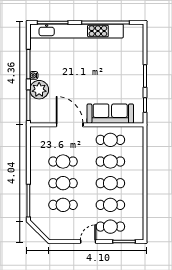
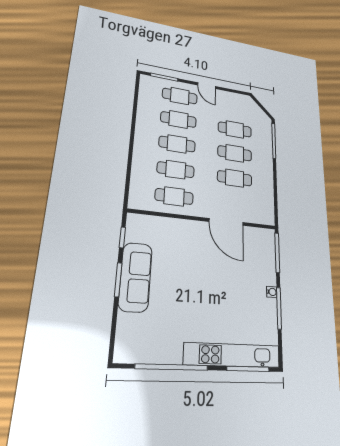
kitchen unit: (76, 31) -> (232, 355), width x0.73
plant: (39, 90) -> (265, 272), removed
sofa: (110, 114) -> (135, 277), moved, turned -90
door: (88, 242) -> (207, 86), hinge flipped

